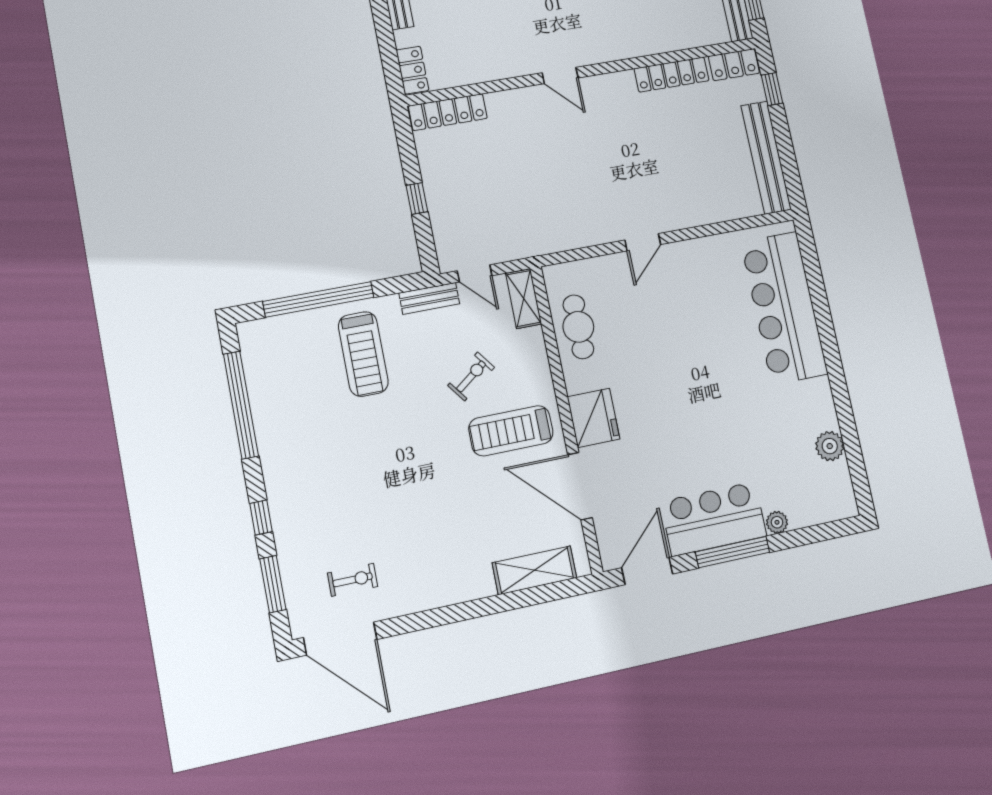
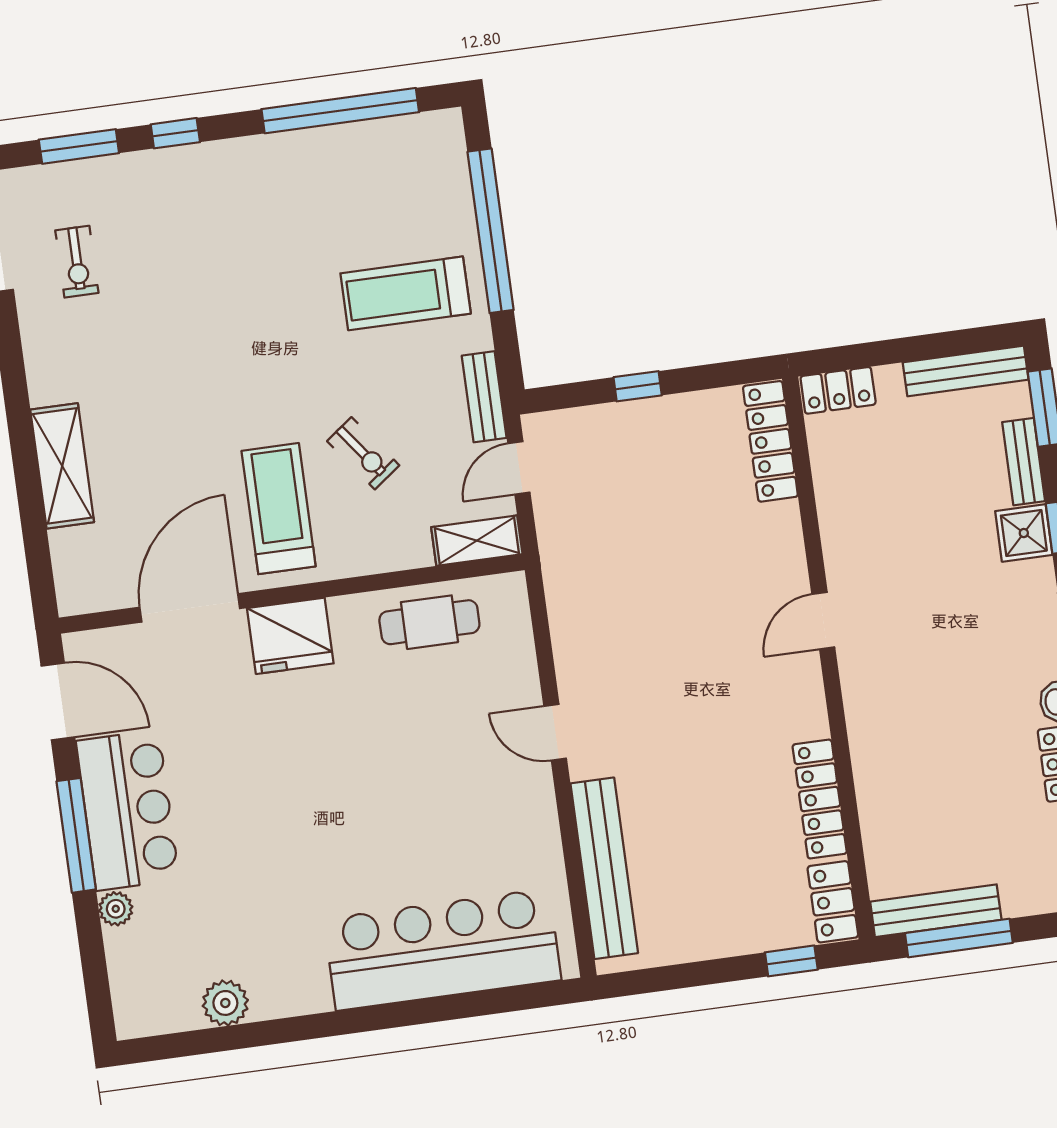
bench: (766, 157) -> (604, 868), moved, turned 90
shelving: (534, 570) -> (62, 466), moved

